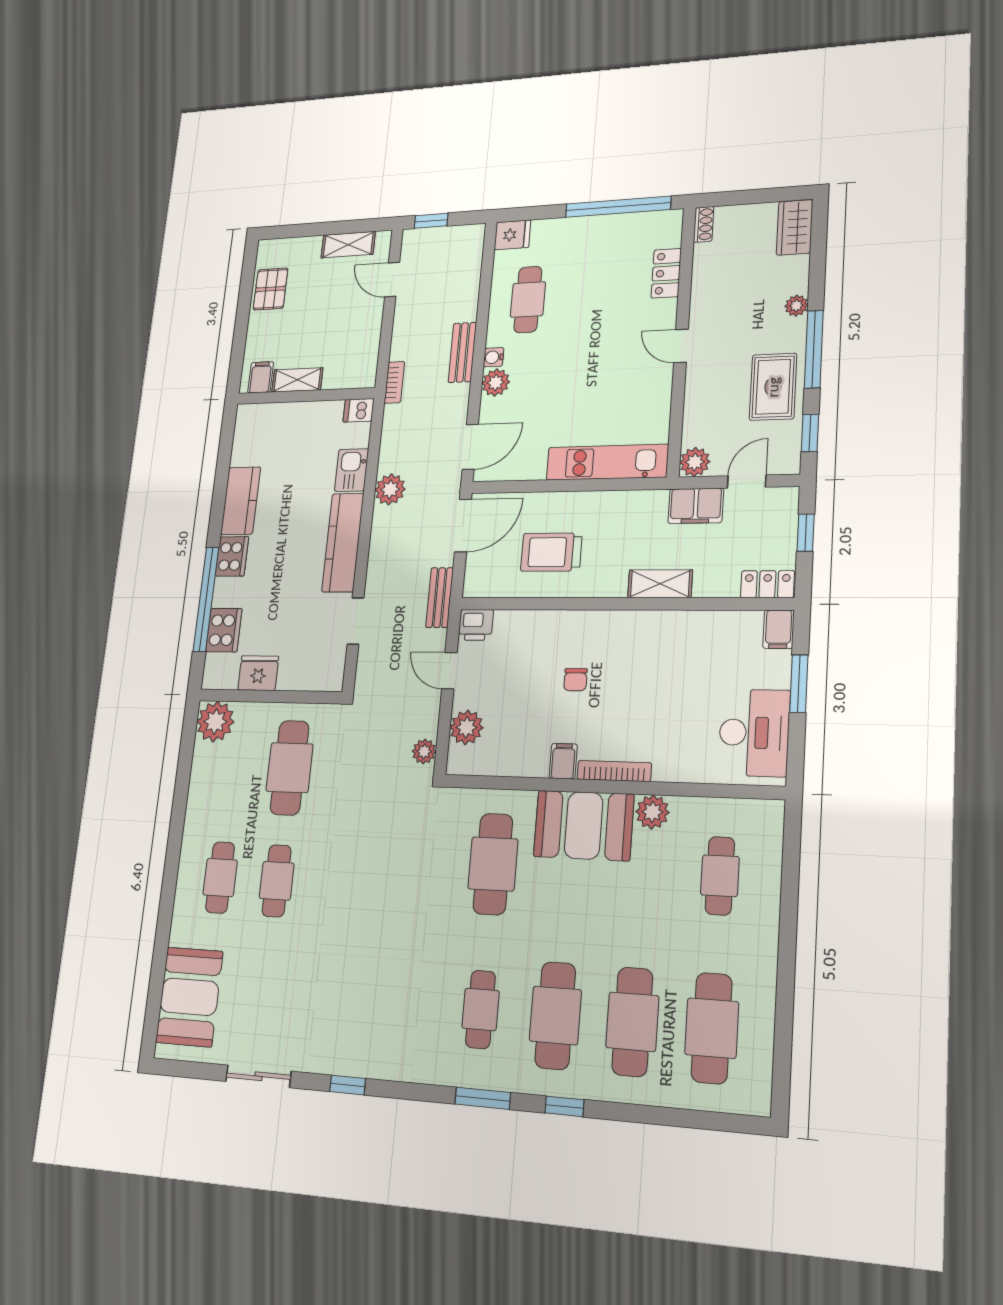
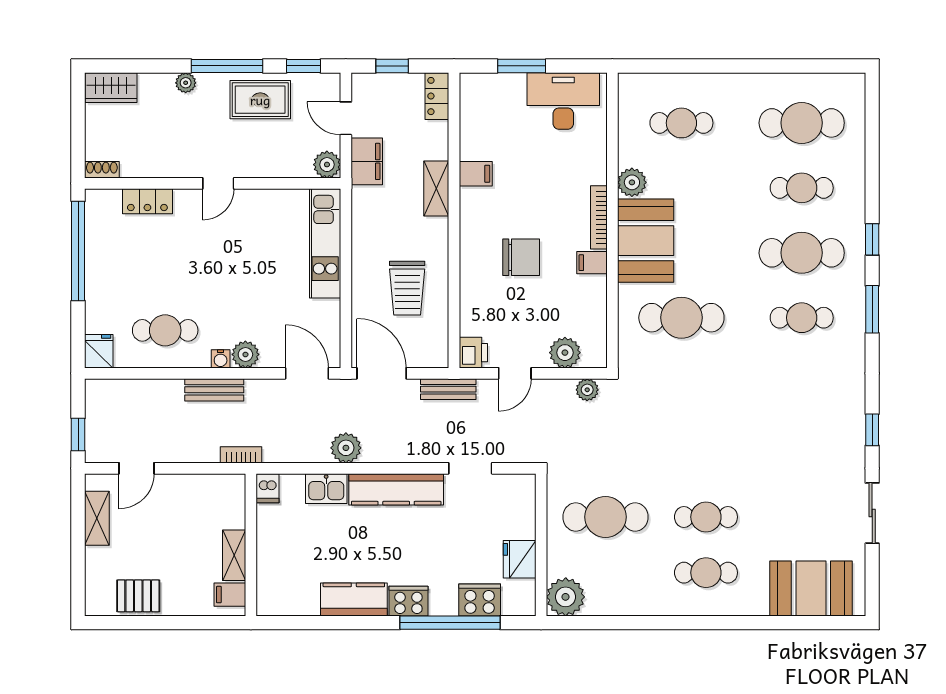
filing cabinet: (778, 629) -> (476, 174), moved
chair: (575, 680) -> (521, 257), width x1.87, depth x1.87
cafe table: (632, 1022) -> (802, 188), width x0.73, depth x0.74

